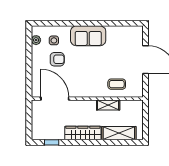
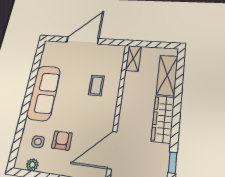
sofa: (88, 36) -> (44, 93), width x1.36
coffee table: (117, 84) -> (96, 85), moved
shelving: (108, 105) -> (133, 58), moved

